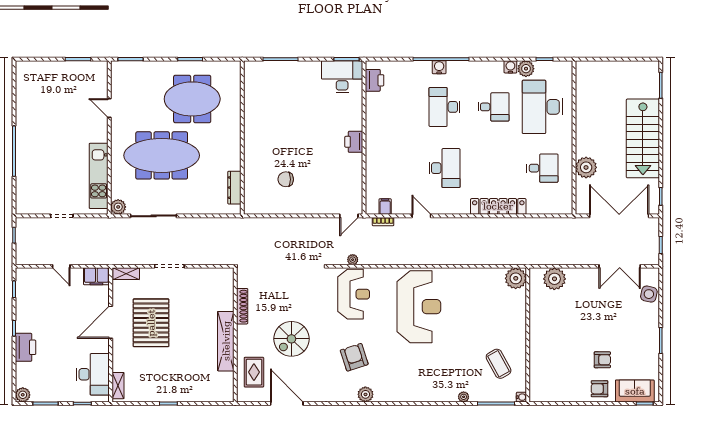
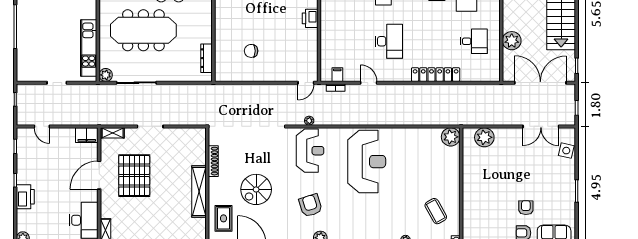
door: (61, 266) -> (42, 126), moved
armchair: (602, 360) -> (526, 208), turned -89

